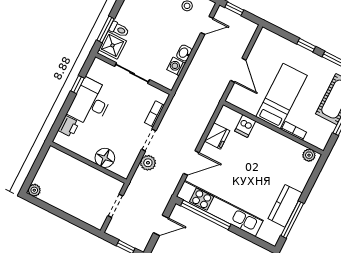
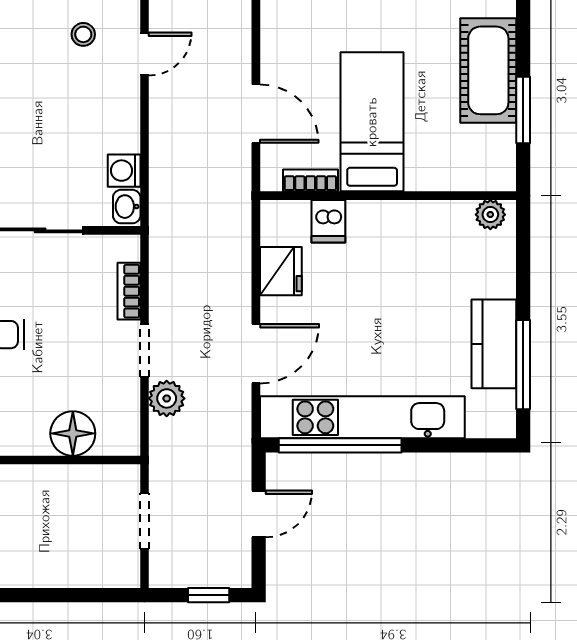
washbasin: (184, 53) -> (127, 207), moved
bookcase: (294, 131) -> (310, 180), moved

